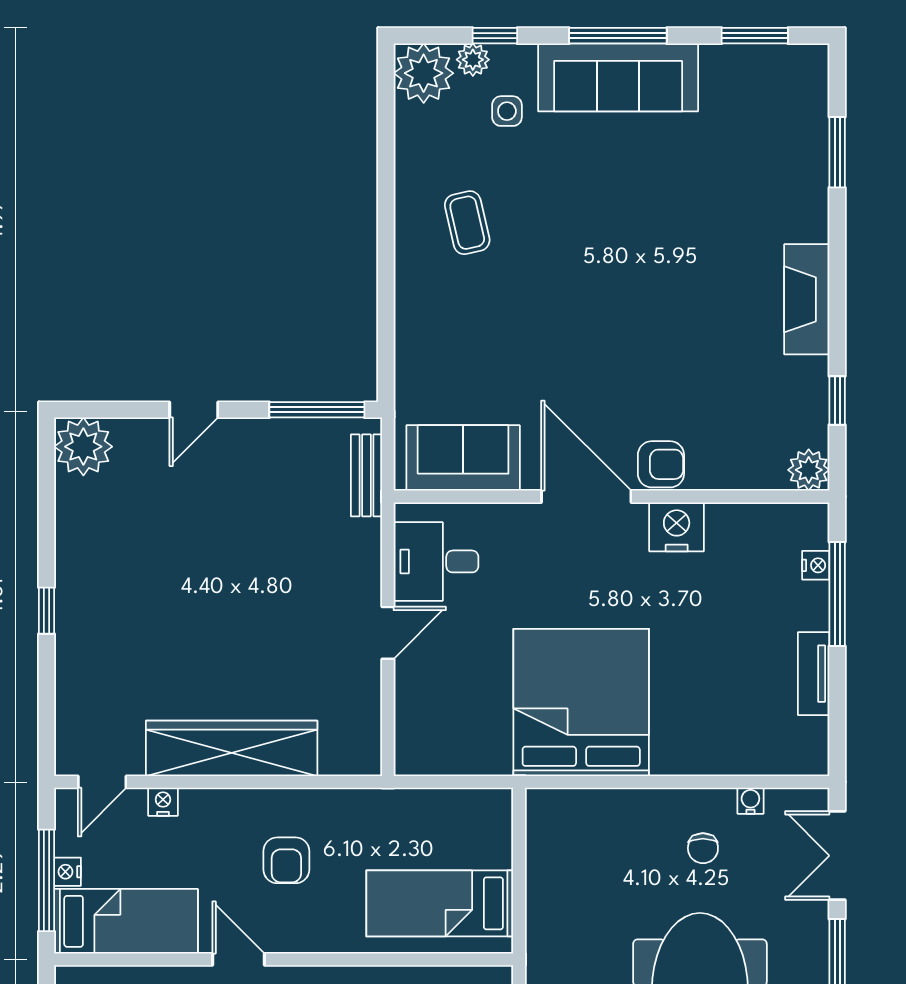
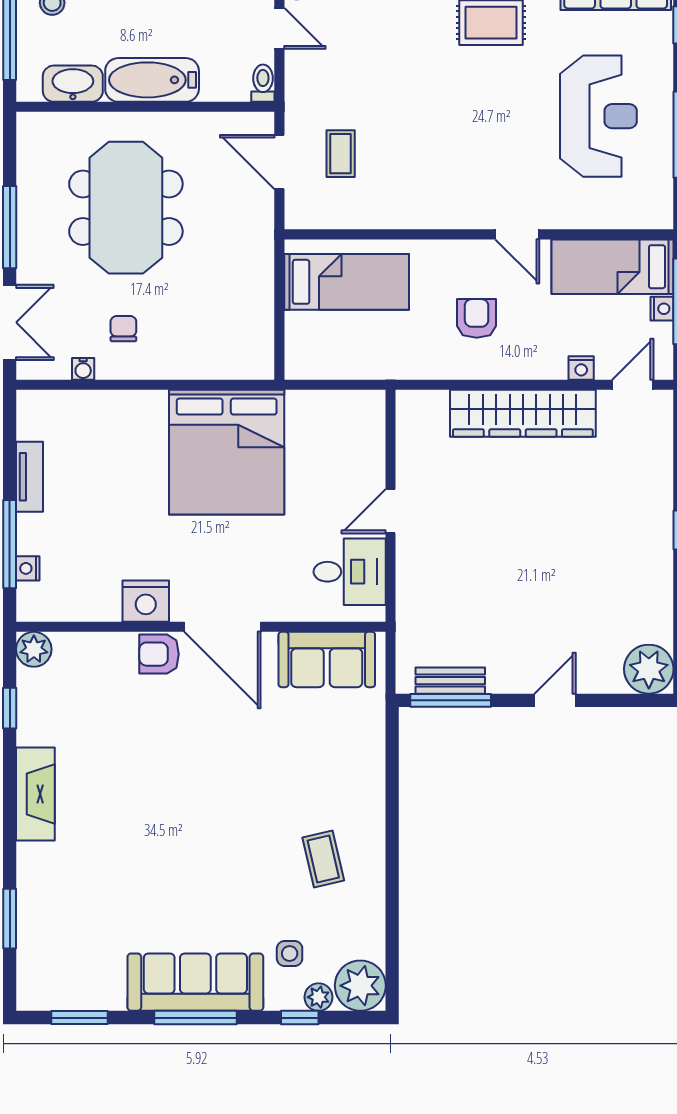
bench: (366, 475) -> (450, 681), moved, turned 90

